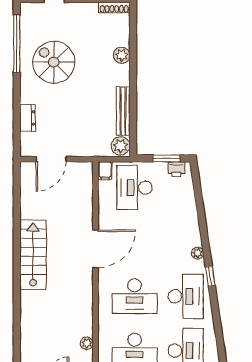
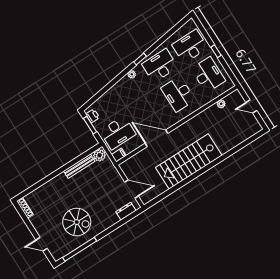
plant: (122, 55) -> (49, 187), removed
spiral stairs: (54, 62) -> (77, 222), turned -90
dresser: (28, 118) -> (126, 211), moved
door: (96, 249) -> (157, 138), moved
stairs: (33, 255) -> (189, 161), width x1.36, depth x1.51
desk: (135, 296) -> (178, 94), turned 180

